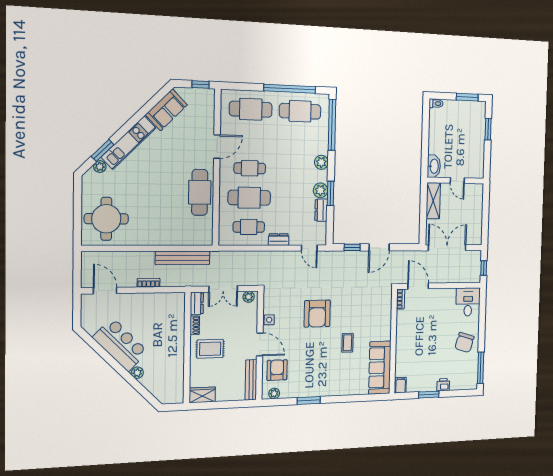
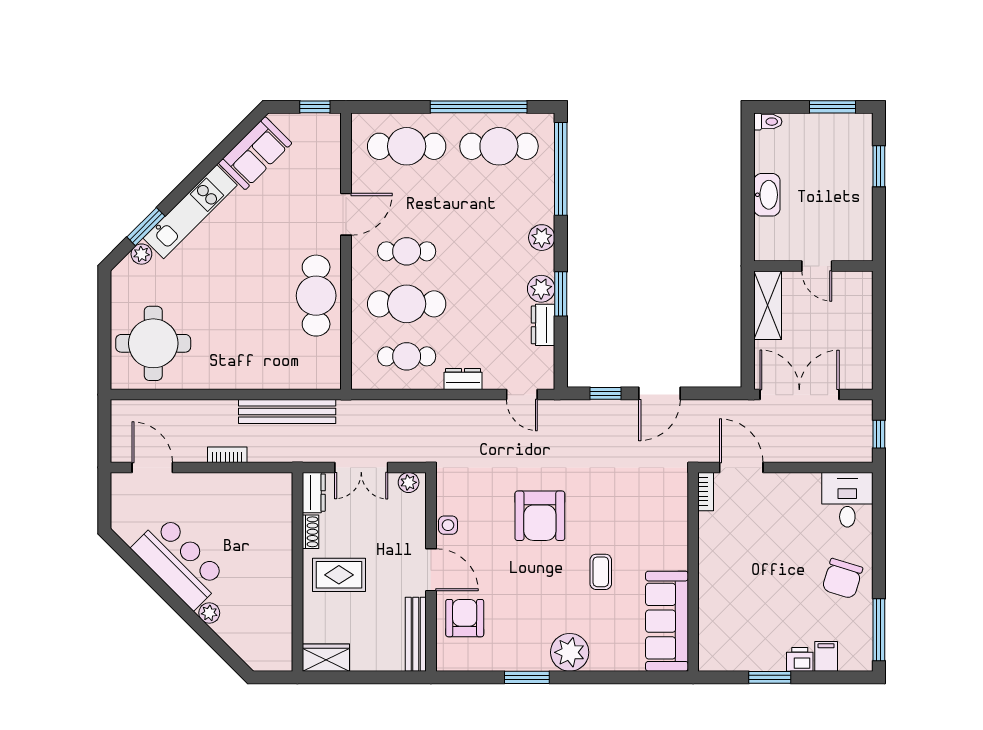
washbasin: (434, 166) -> (767, 195), moved
filing cabinet: (401, 385) -> (826, 656), moved
plant: (274, 394) -> (570, 652), moved, width x1.88, depth x1.88

